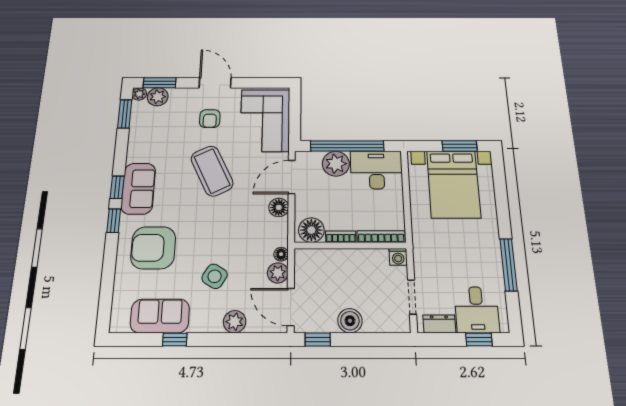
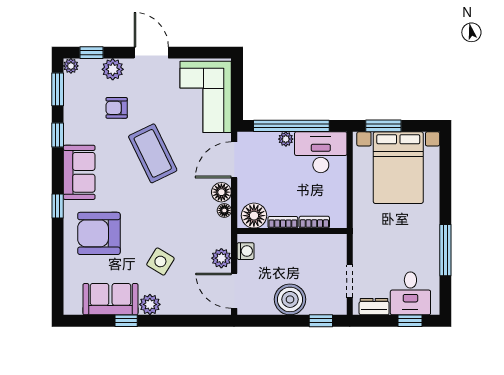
window: (160, 83) -> (92, 53), width x0.67
plant: (158, 97) -> (113, 69), moved
armchair: (210, 119) -> (117, 108), moved, turned 90
window: (460, 146) -> (383, 126), moved
plant: (336, 164) -> (286, 139), width x0.53, depth x0.53
window: (117, 187) -> (58, 135), moved
bookcase: (381, 237) -> (314, 222), width x0.64
floor lamp: (281, 254) -> (224, 210), moved
washing machine: (398, 257) -> (245, 251), moved, turned -90
boiler: (350, 321) -> (290, 299), width x1.37, depth x1.37
plant: (235, 322) -> (150, 304), moved
window: (318, 339) -> (321, 321), moved

